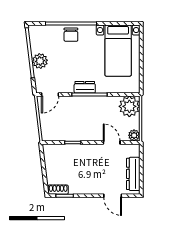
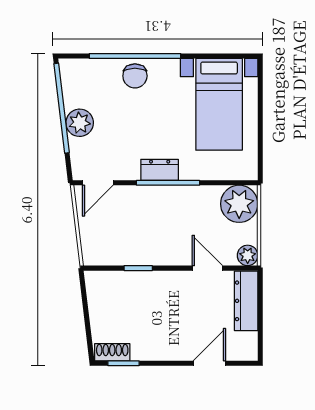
dresser: (133, 174) -> (246, 301), moved
door: (113, 196) -> (209, 363), swing flipped

